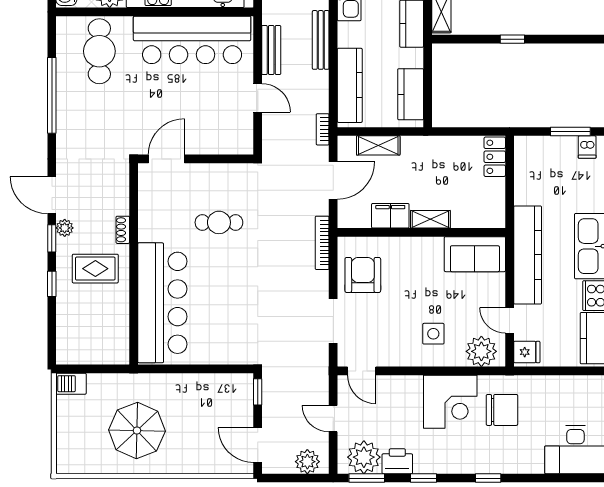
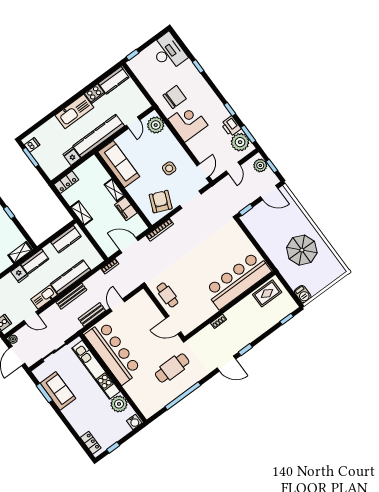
cafe table: (99, 51) -> (172, 368), moved
kitchen counter: (350, 85) -> (71, 277), moved
shelving: (378, 145) -> (81, 213), moved
door: (52, 195) -> (226, 364), hinge flipped
cafe table: (219, 222) -> (167, 295), moved
plant: (65, 228) -> (237, 347), removed
sofa: (475, 254) -> (119, 164), width x1.36
rug: (95, 269) -> (267, 293), moved, turned 90
armchair: (363, 275) -> (161, 202), turned 113
window: (52, 284) -> (287, 319), moved
side table: (433, 334) -> (169, 168), moved
fridge: (527, 352) -> (72, 156), moved
chair: (502, 410) -> (175, 97), turned 90
door: (258, 445) -> (269, 193), hinge flipped
window: (294, 478) -> (272, 166), added
window: (488, 478) -> (198, 66), moved

